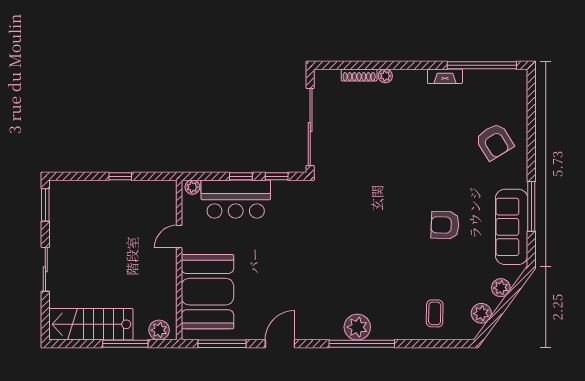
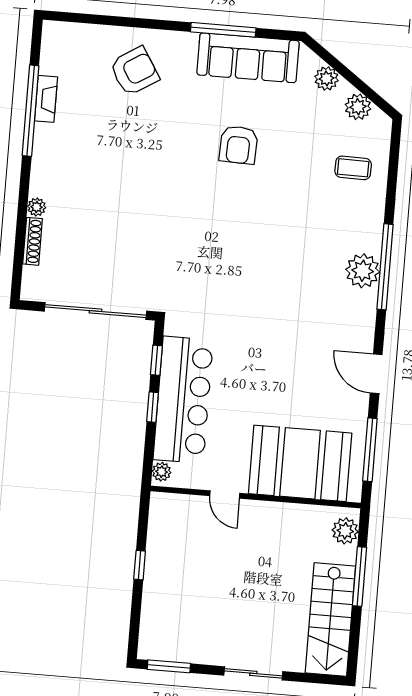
window: (482, 65) -> (31, 111), moved
fireplace: (445, 76) -> (46, 99), moved
bar counter: (236, 199) -> (183, 400), width x1.36

